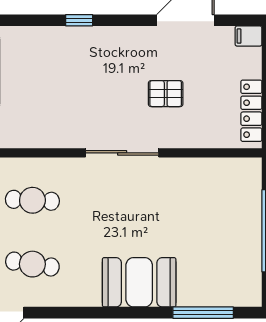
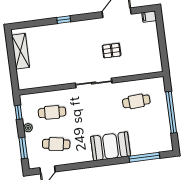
locker: (251, 111) -> (155, 54), removed
cafe table: (202, 200) -> (136, 101), added

